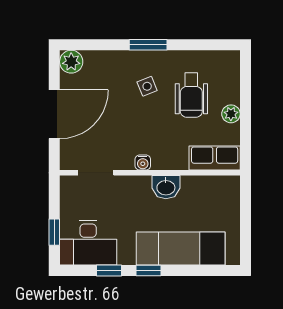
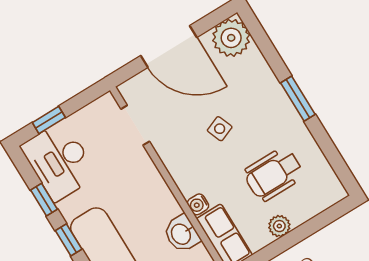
plant: (71, 62) -> (231, 38), width x1.36, depth x1.36
side table: (147, 86) -> (220, 129), moved
water cooler: (143, 162) -> (198, 204), moved
washbasin: (166, 187) -> (182, 234), moved

